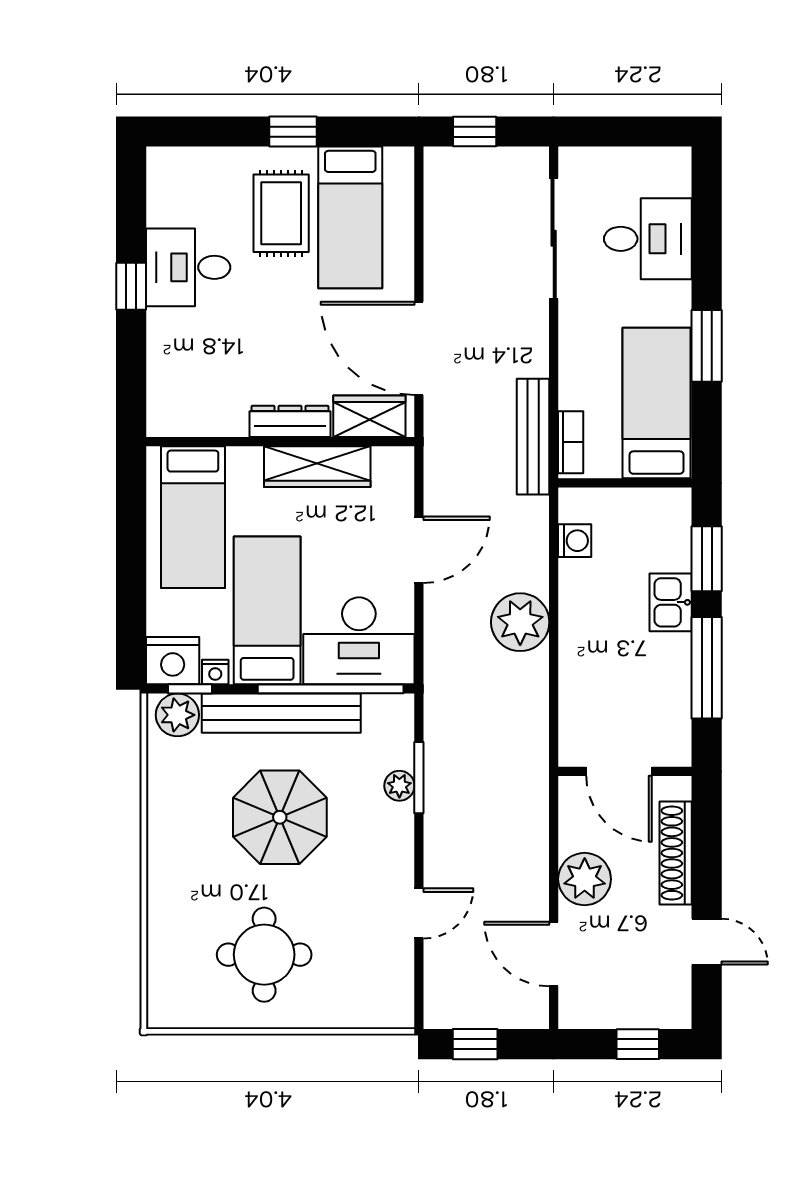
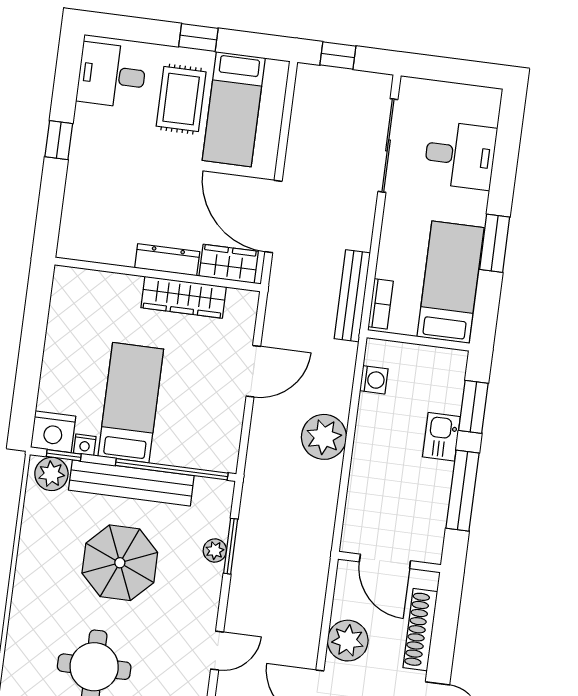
desk: (188, 267) -> (112, 75), moved
bed: (193, 517) -> (83, 324), removed
desk: (359, 641) -> (198, 435), removed

